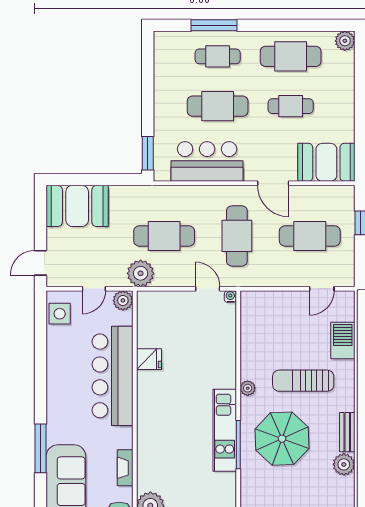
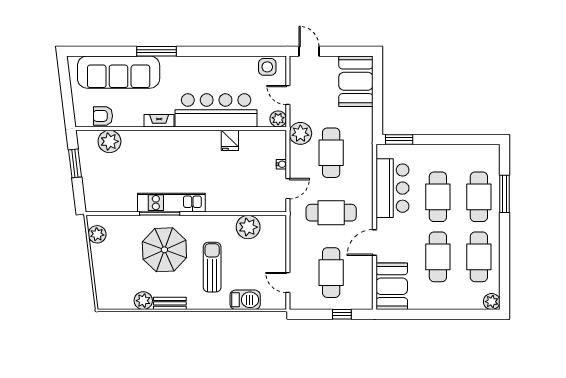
cafe table: (218, 56) -> (479, 197), width x1.37, depth x1.35
cafe table: (291, 106) -> (438, 257), width x1.37, depth x1.35
water cooler: (230, 297) -> (281, 164), moved
plant: (248, 388) -> (248, 227), moved, width x1.87, depth x1.87
fireplace: (125, 468) -> (159, 121), moved

